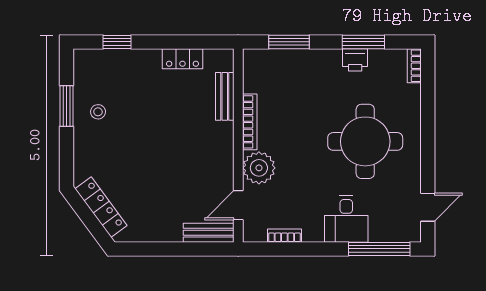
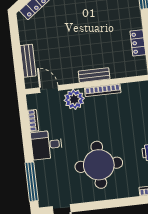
bench: (225, 96) -> (94, 75), moved
desk: (346, 219) -> (47, 145), moved
bench: (209, 233) -> (28, 61), moved

